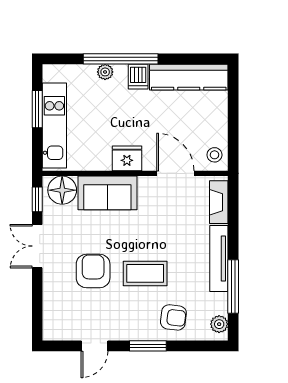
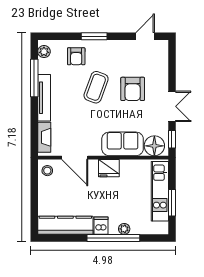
coffee table: (145, 273) -> (96, 87), turned -70
armchair: (173, 317) -> (76, 56), turned -97
door: (94, 346) -> (145, 36), moved

